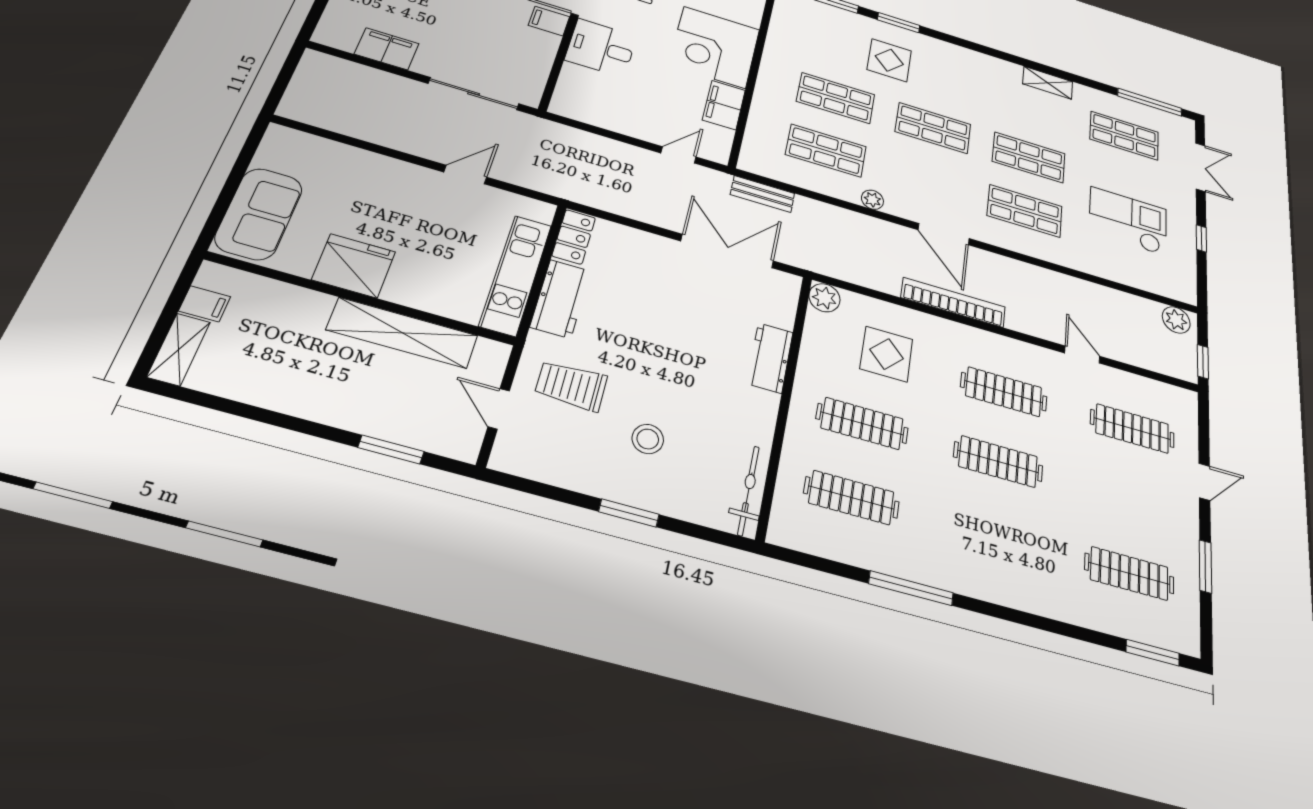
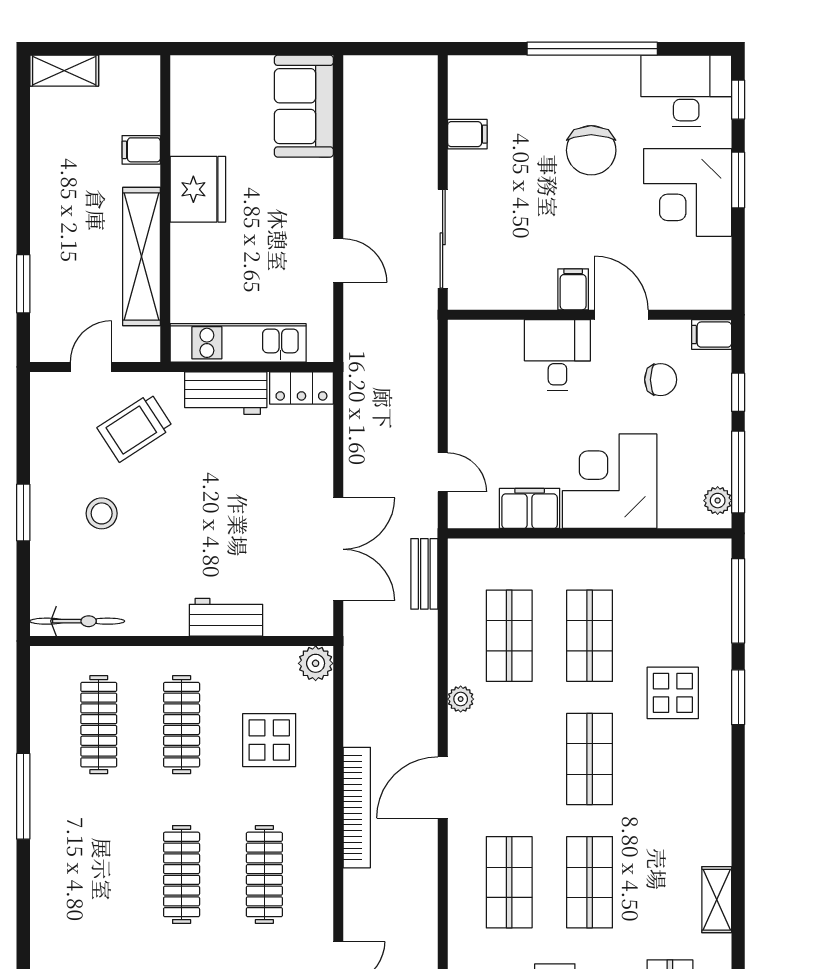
filing cabinet: (387, 49) -> (467, 134), width x0.50
sofa: (259, 214) -> (304, 106), moved, turned 90
filing cabinet: (205, 304) -> (141, 150), moved, turned 90
trolley: (571, 386) -> (135, 428), turned -123

